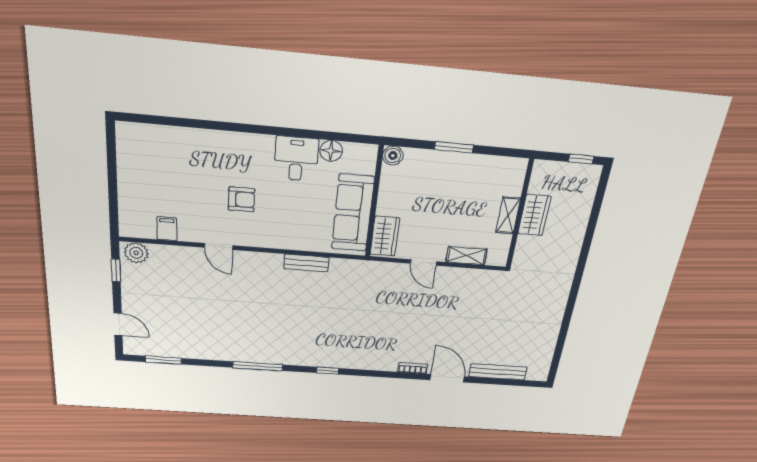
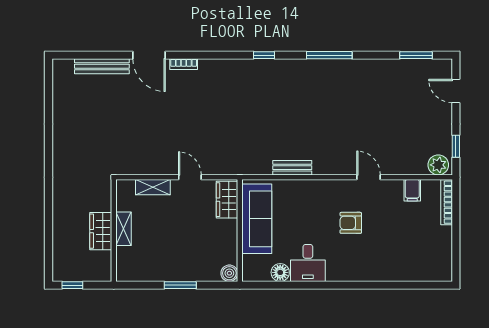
bookcase: (125, 212) -> (447, 202), added

